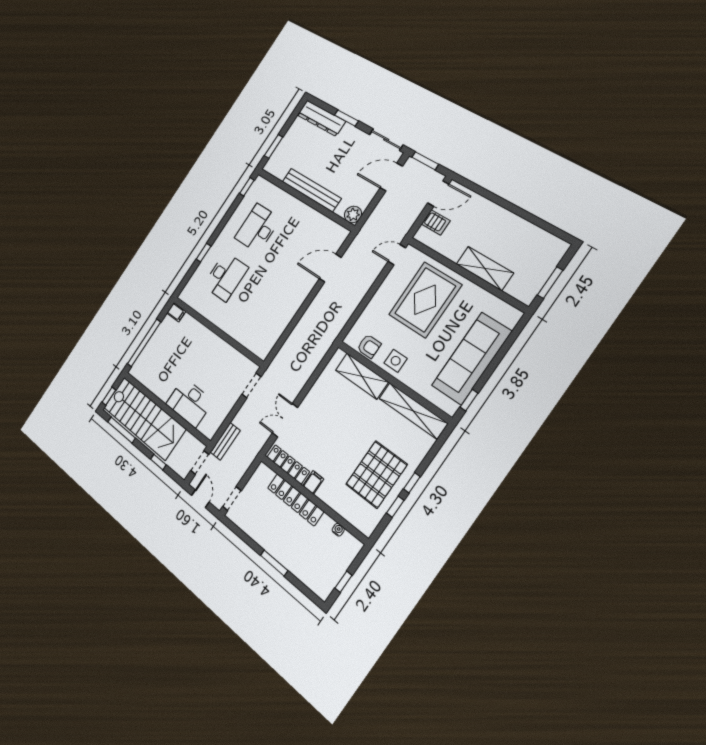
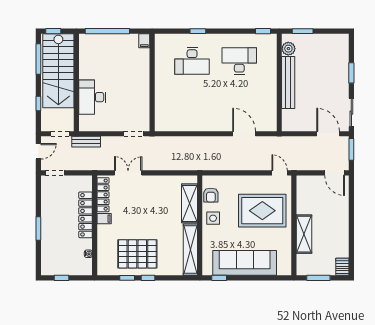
dresser: (321, 118) -> (342, 54), removed
plant: (353, 215) -> (288, 49), moved
server rack: (436, 222) -> (342, 267), moved, turned 180

